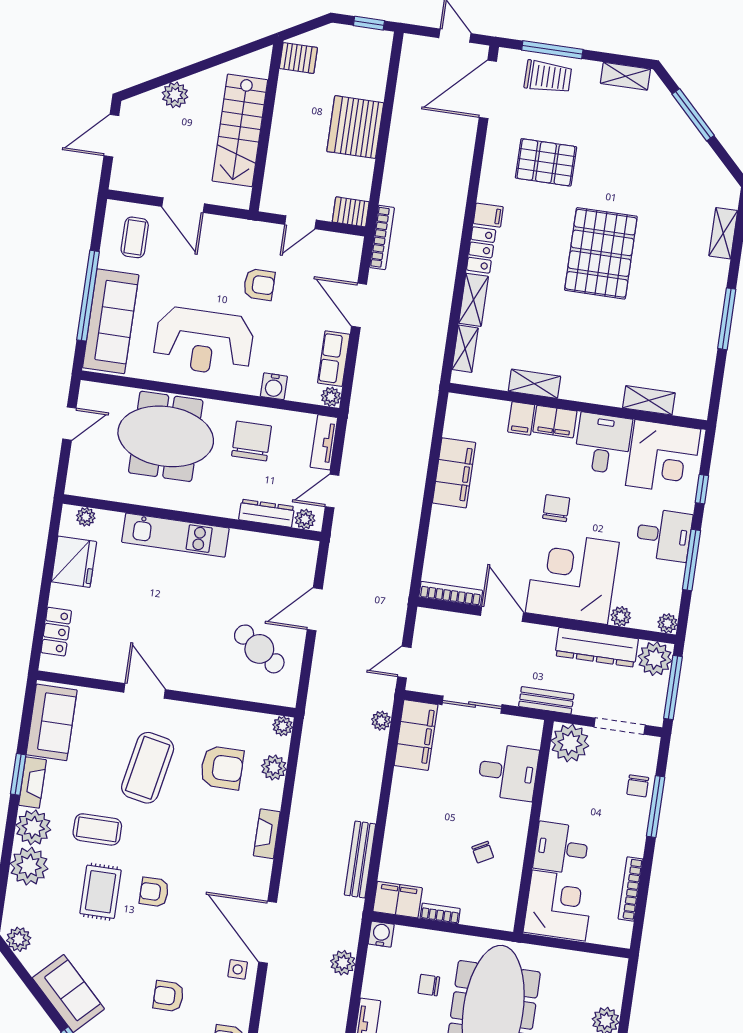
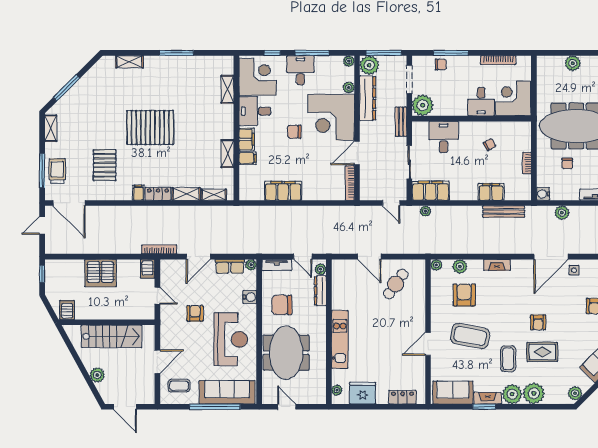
filing cabinet: (398, 900) -> (491, 192), moved, turned 90

